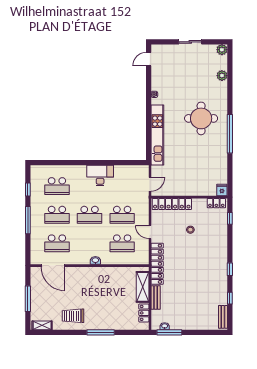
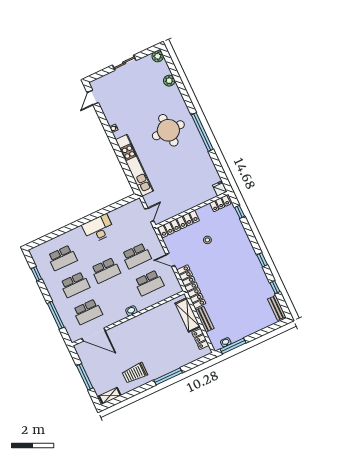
window: (28, 220) -> (56, 315), moved

